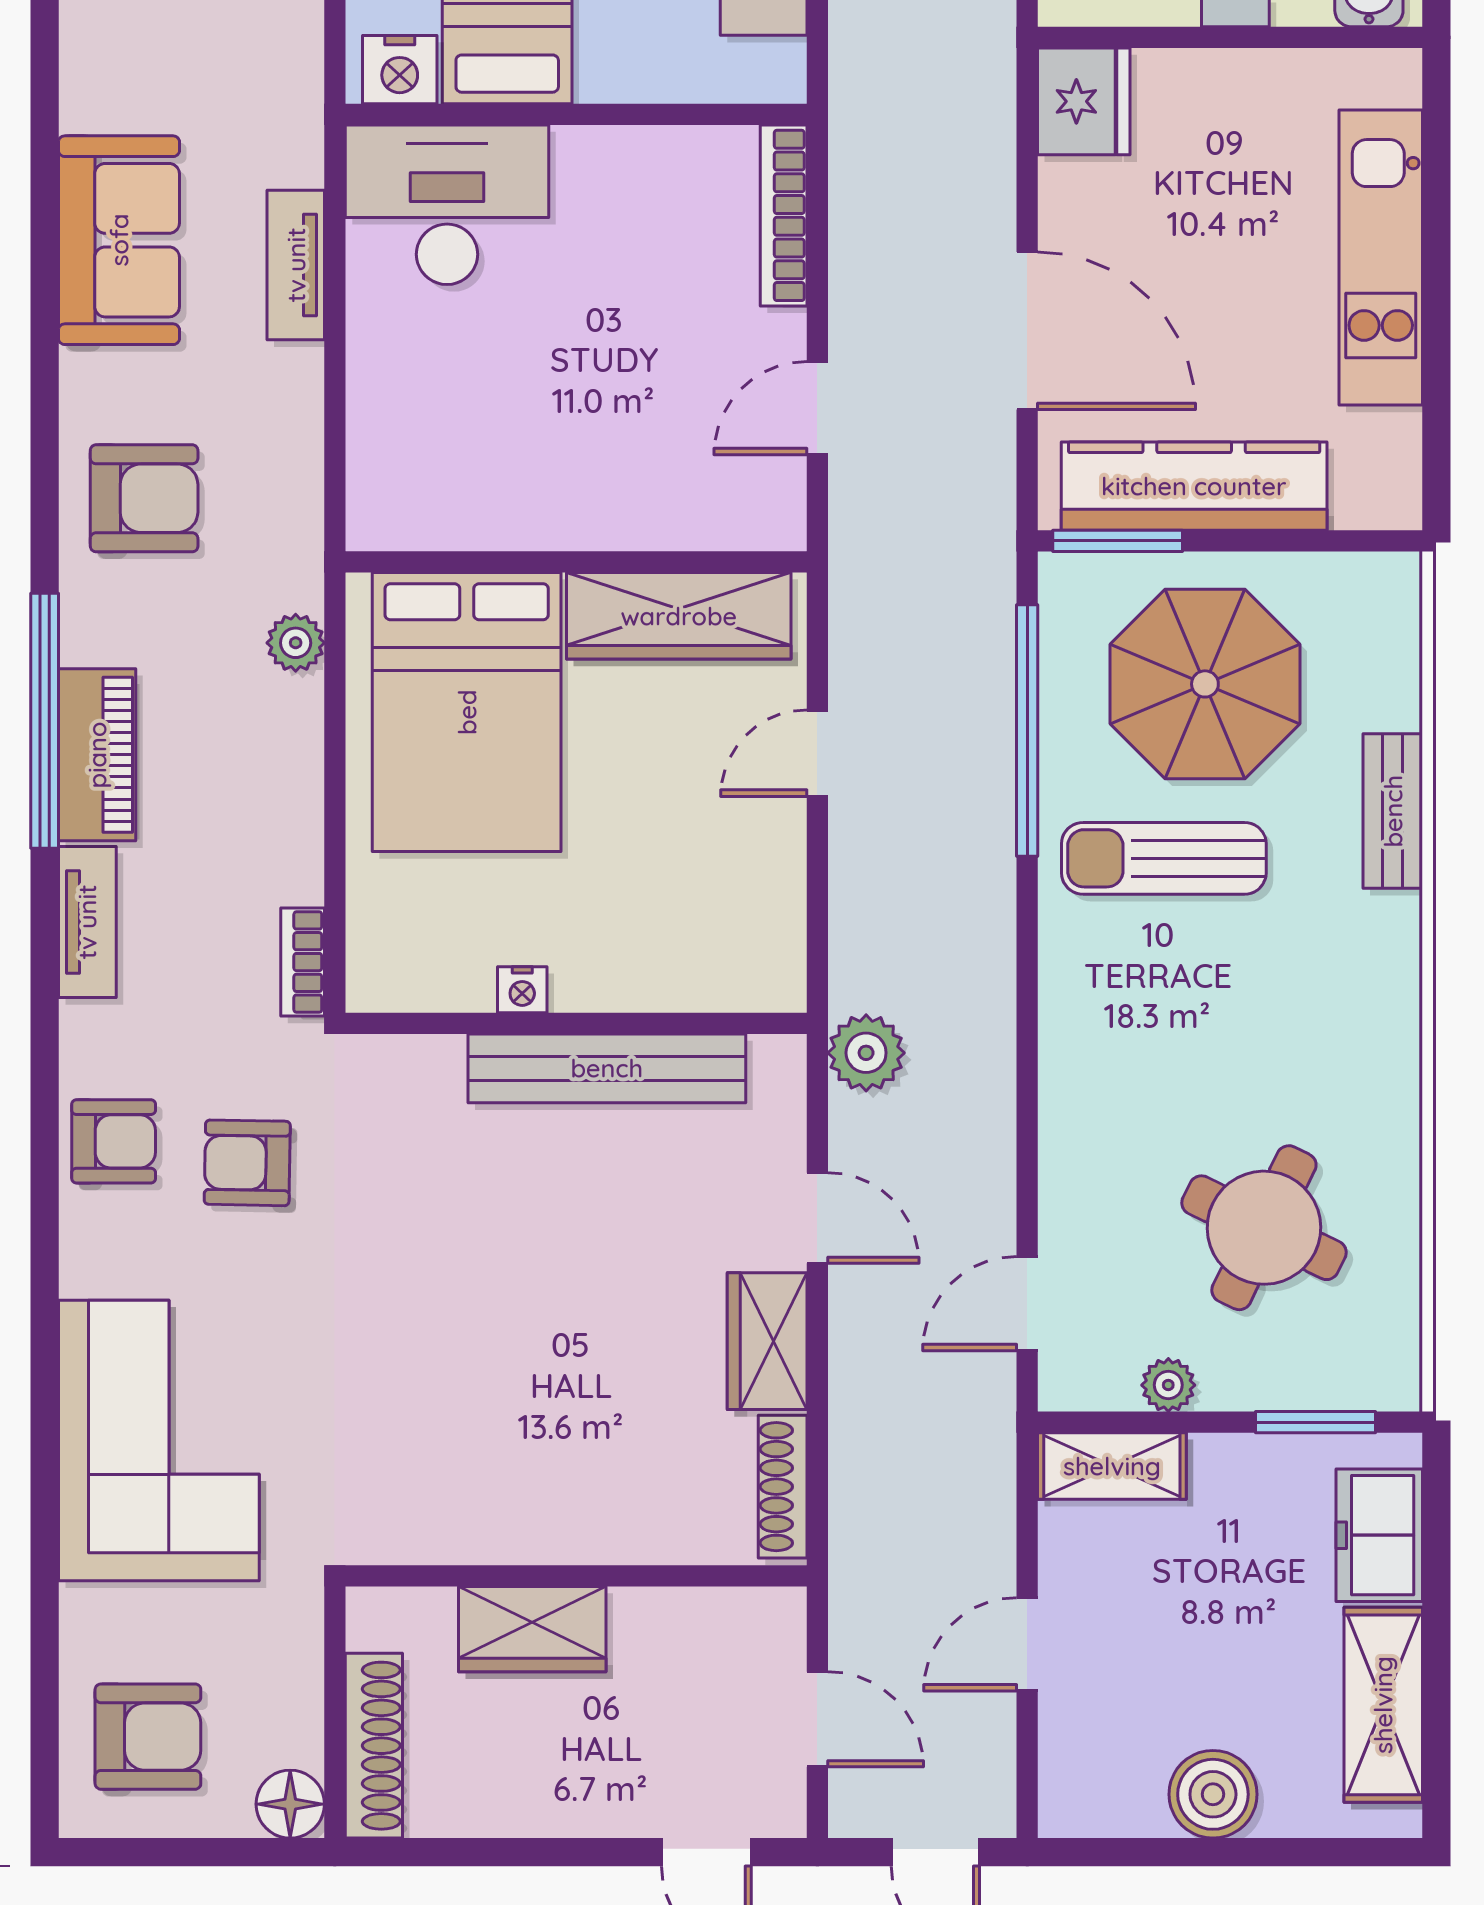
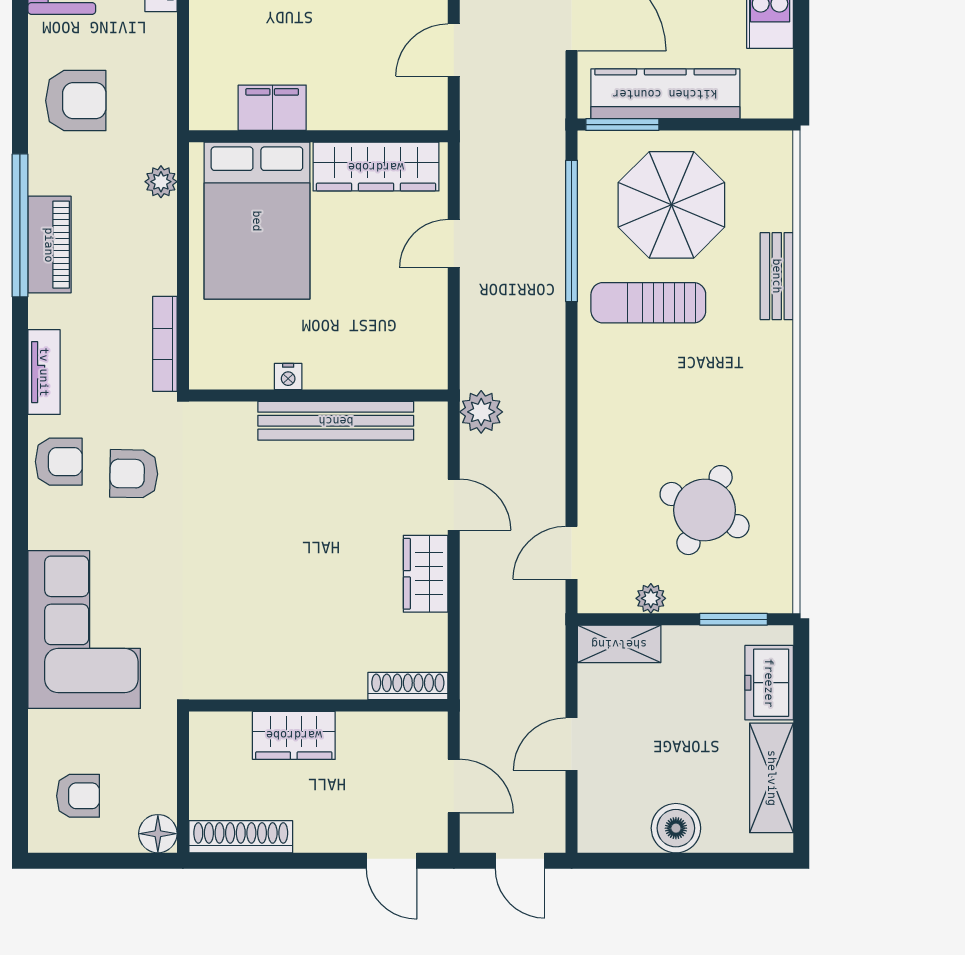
filing cabinet: (494, 511) -> (272, 108), added
tv unit: (87, 922) -> (44, 372), moved
bookcase: (303, 962) -> (165, 344), width x1.56
shoe rack: (783, 1487) -> (408, 686), moved, turned 90
armchair: (148, 1737) -> (78, 796), width x0.72, depth x0.72
shoe rack: (374, 1746) -> (241, 837), moved, turned -90

